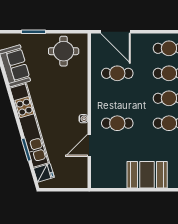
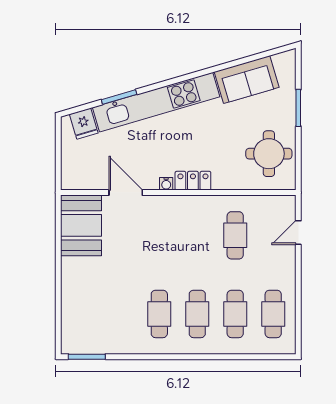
door: (115, 32) -> (298, 233), width x0.53
locker: (81, 101) -> (193, 181), added
cafe table: (117, 123) -> (159, 235), removed
booth: (147, 175) -> (81, 225), moved

